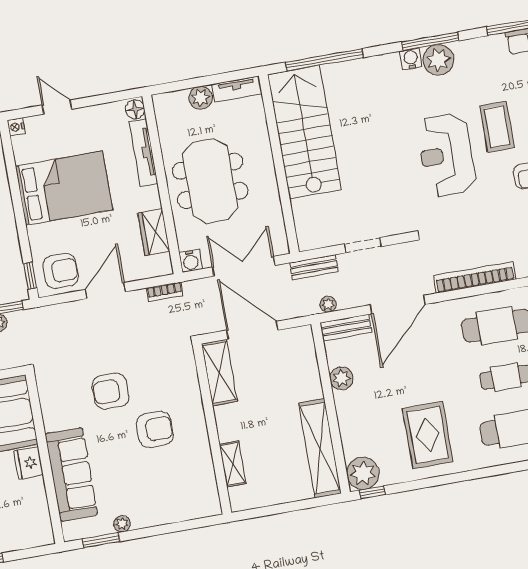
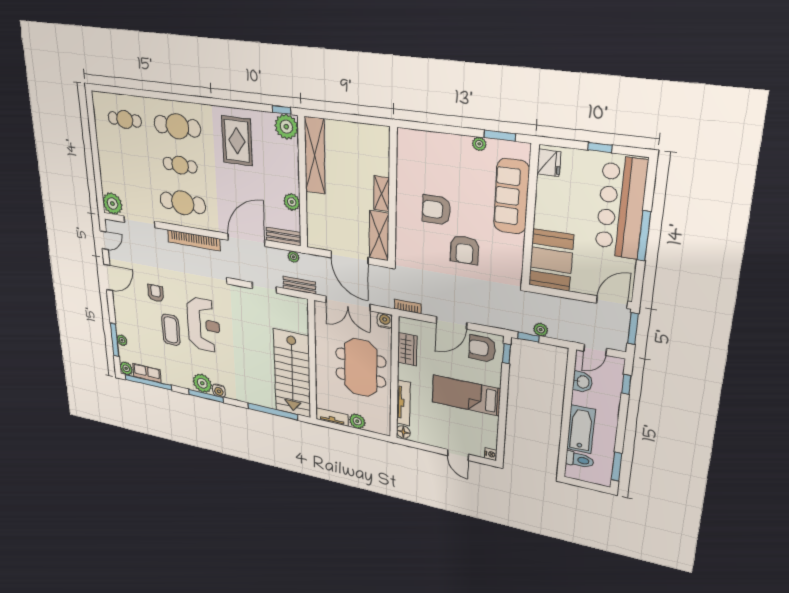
bed: (64, 188) -> (466, 395), width x0.67
armchair: (111, 391) -> (465, 250), turned 90
fridge: (28, 463) -> (549, 163), moved
shelving: (233, 464) -> (382, 194), moved

